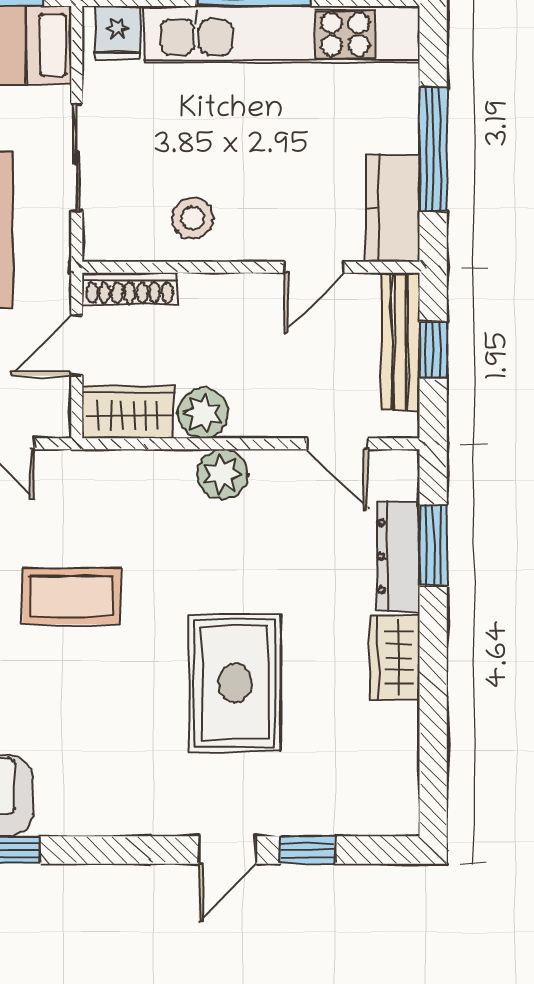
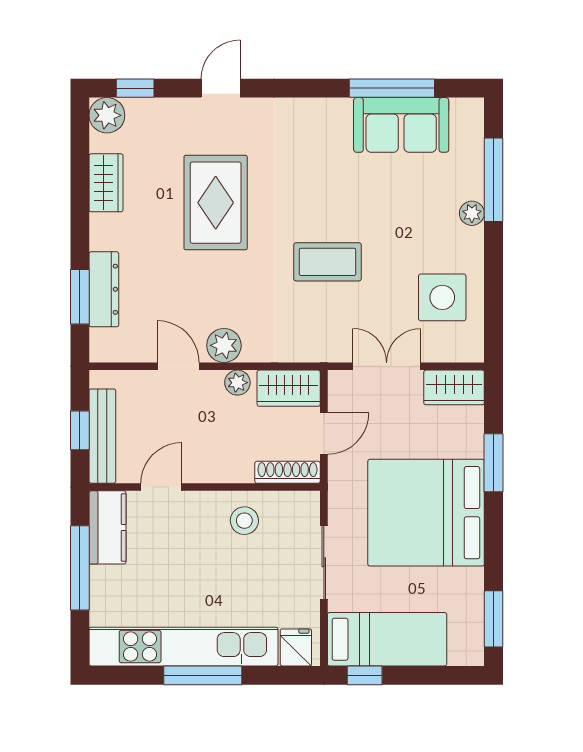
plant: (203, 413) -> (237, 383), width x0.73, depth x0.73
door: (337, 444) -> (178, 366), moved
wardrobe: (395, 657) -> (106, 183), moved
plant: (394, 810) -> (107, 115), added
window: (308, 850) -> (135, 88), moved

